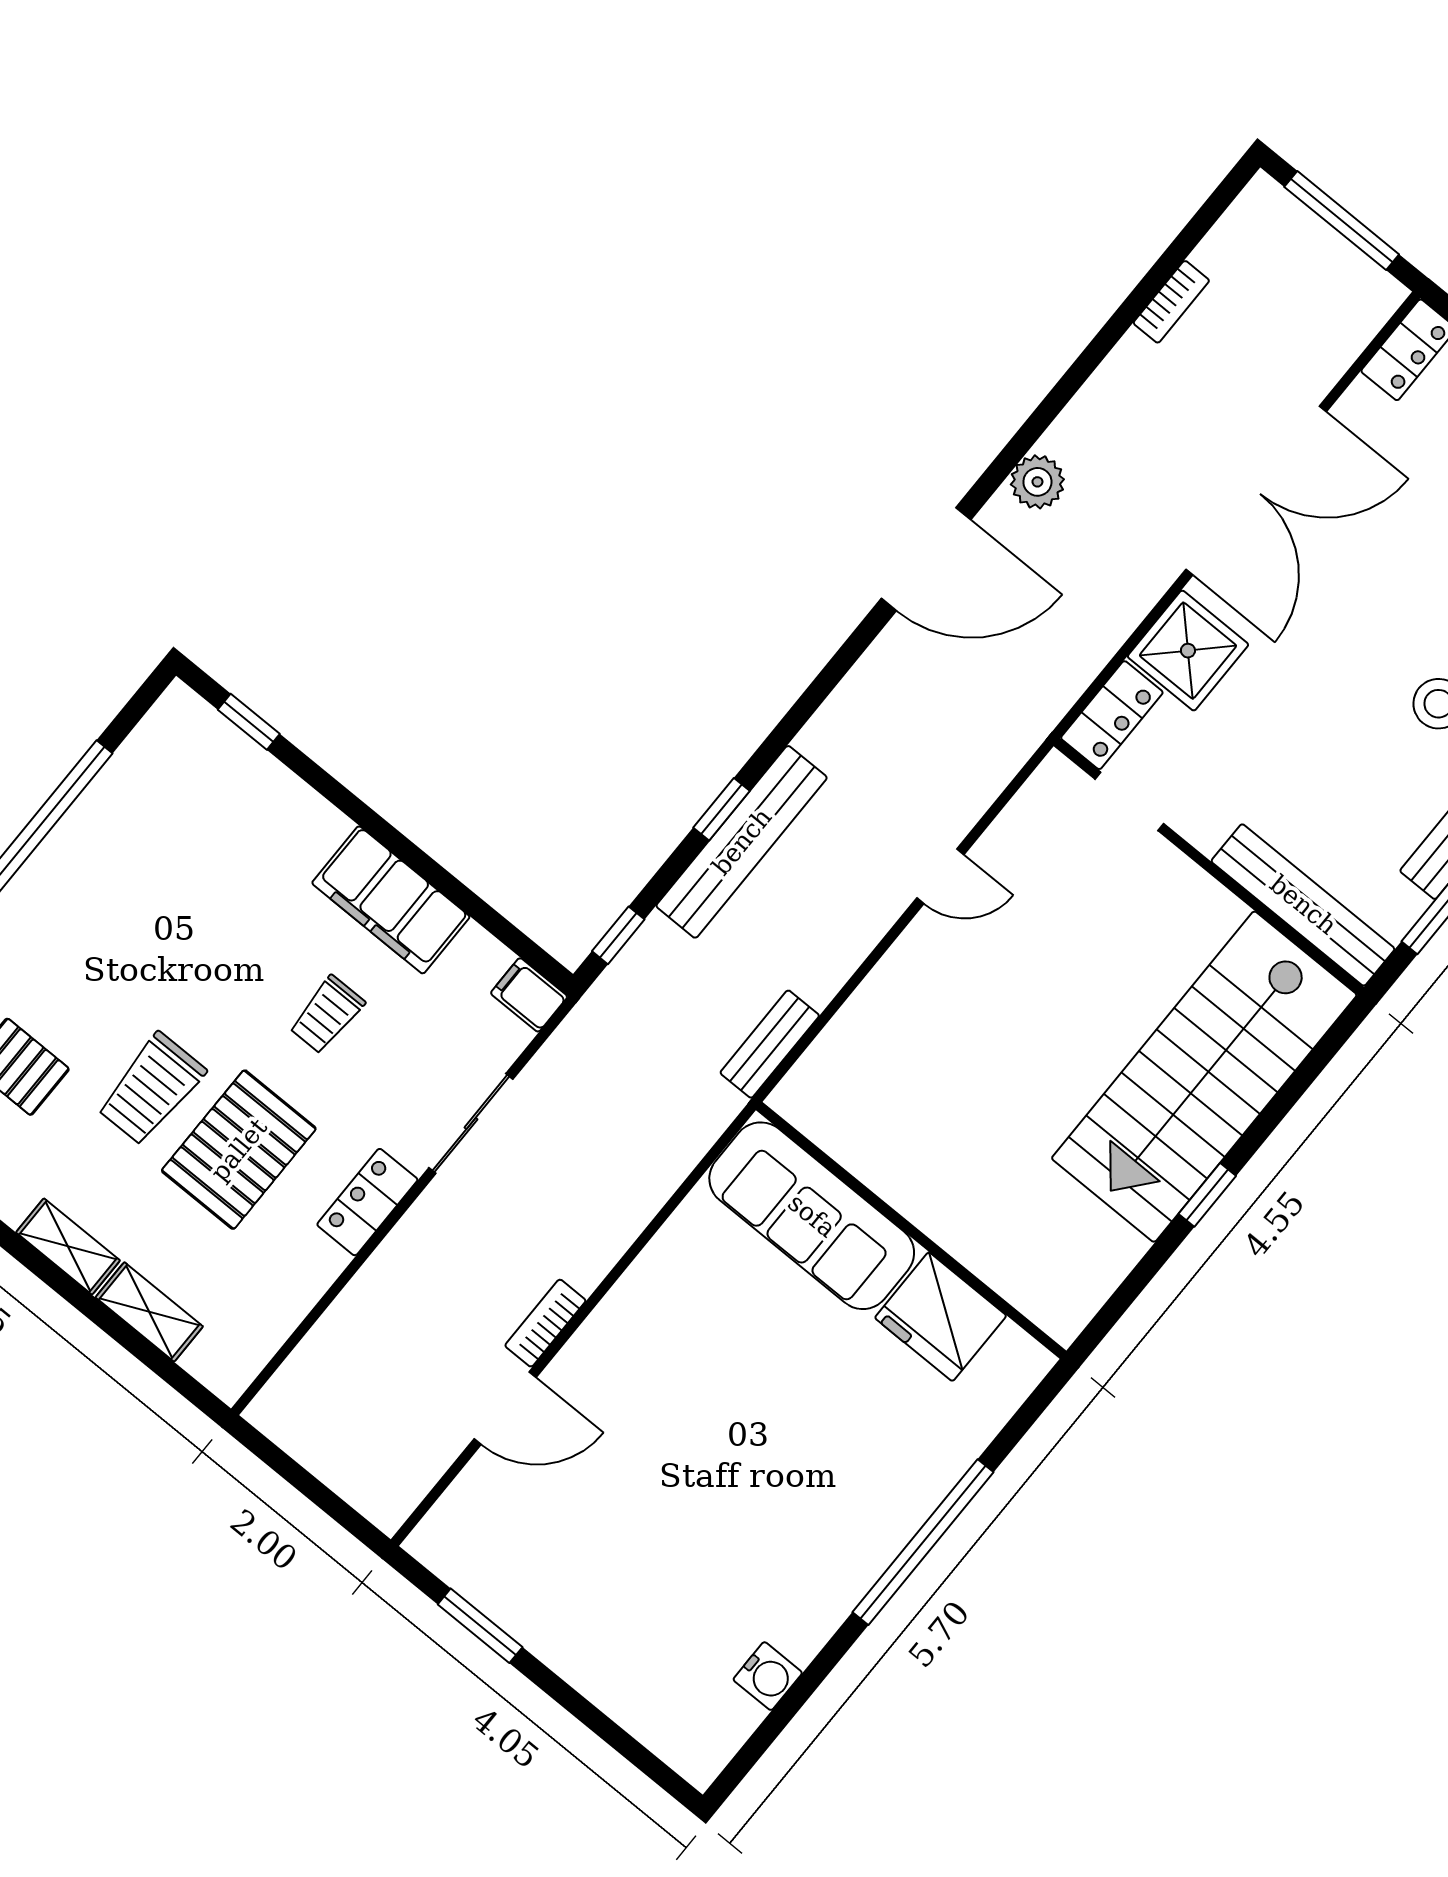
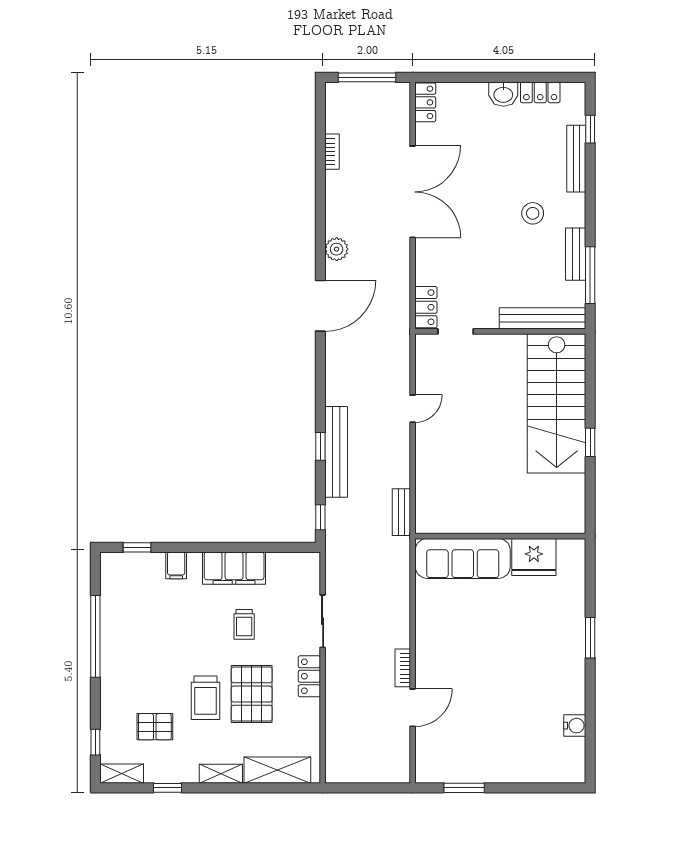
shower: (1188, 651) -> (434, 264), removed
filing cabinet: (529, 995) -> (176, 565), moved, turned -90
shelving: (149, 1312) -> (277, 770), width x1.50, depth x1.33
window: (923, 1542) -> (590, 638), width x0.47

